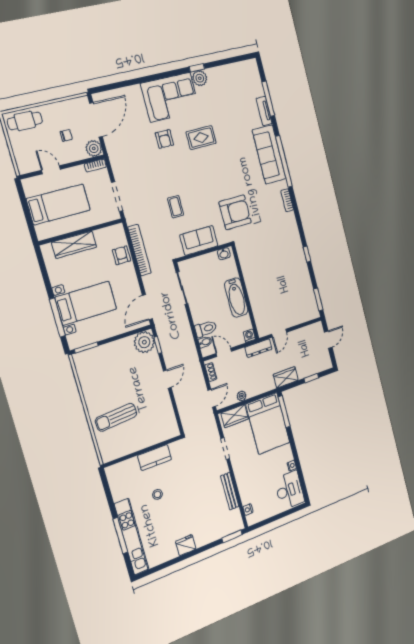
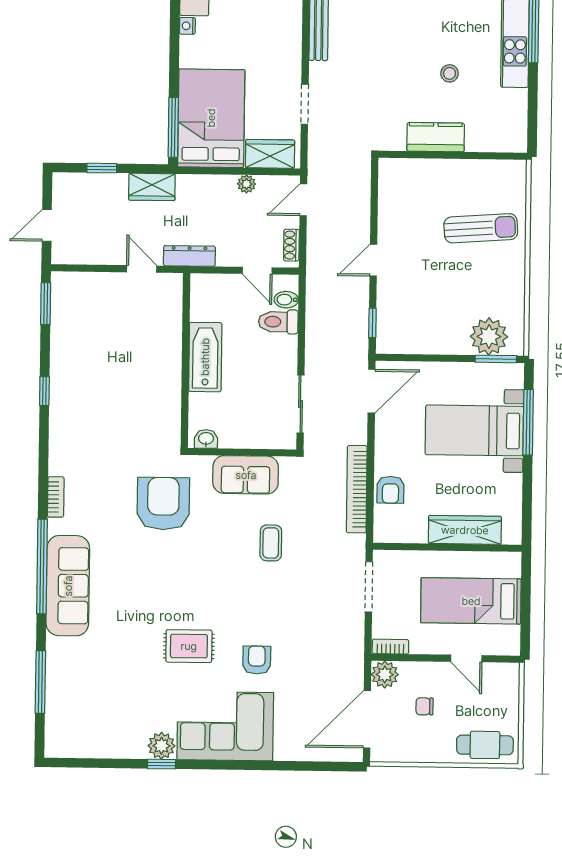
tv unit: (264, 111) -> (55, 663), removed
armchair: (235, 212) -> (163, 504), turned 90
door: (279, 333) -> (142, 269), hinge flipped
washing machine: (249, 336) -> (200, 283), removed
plant: (144, 342) -> (489, 337), moved

